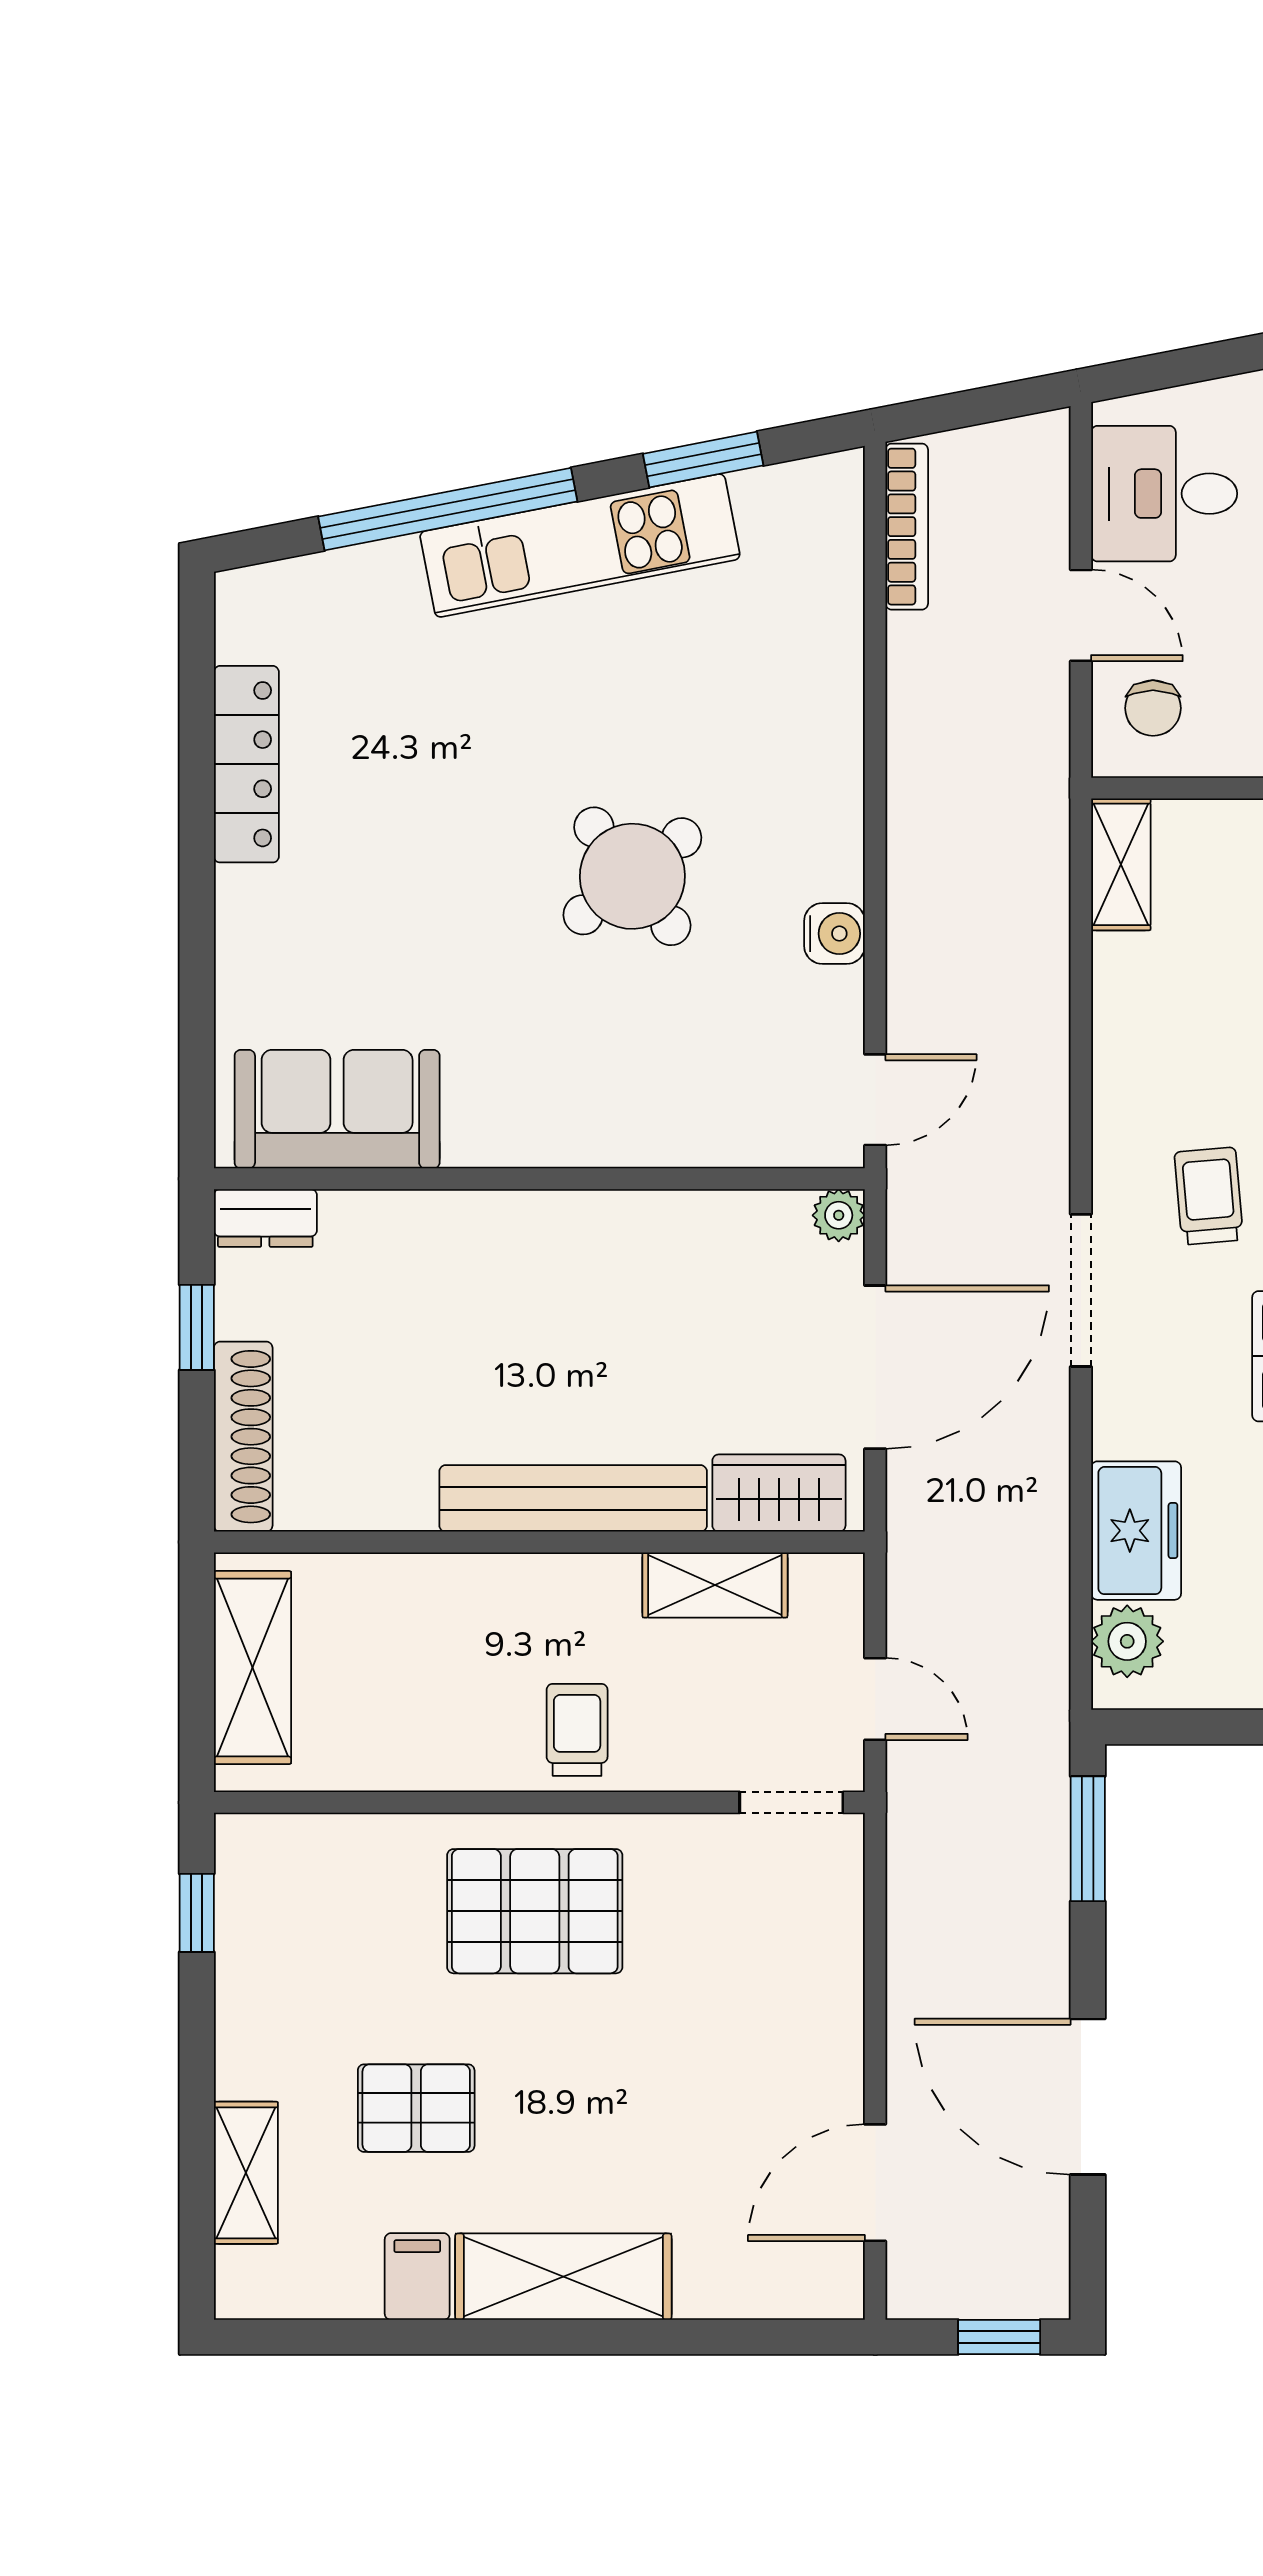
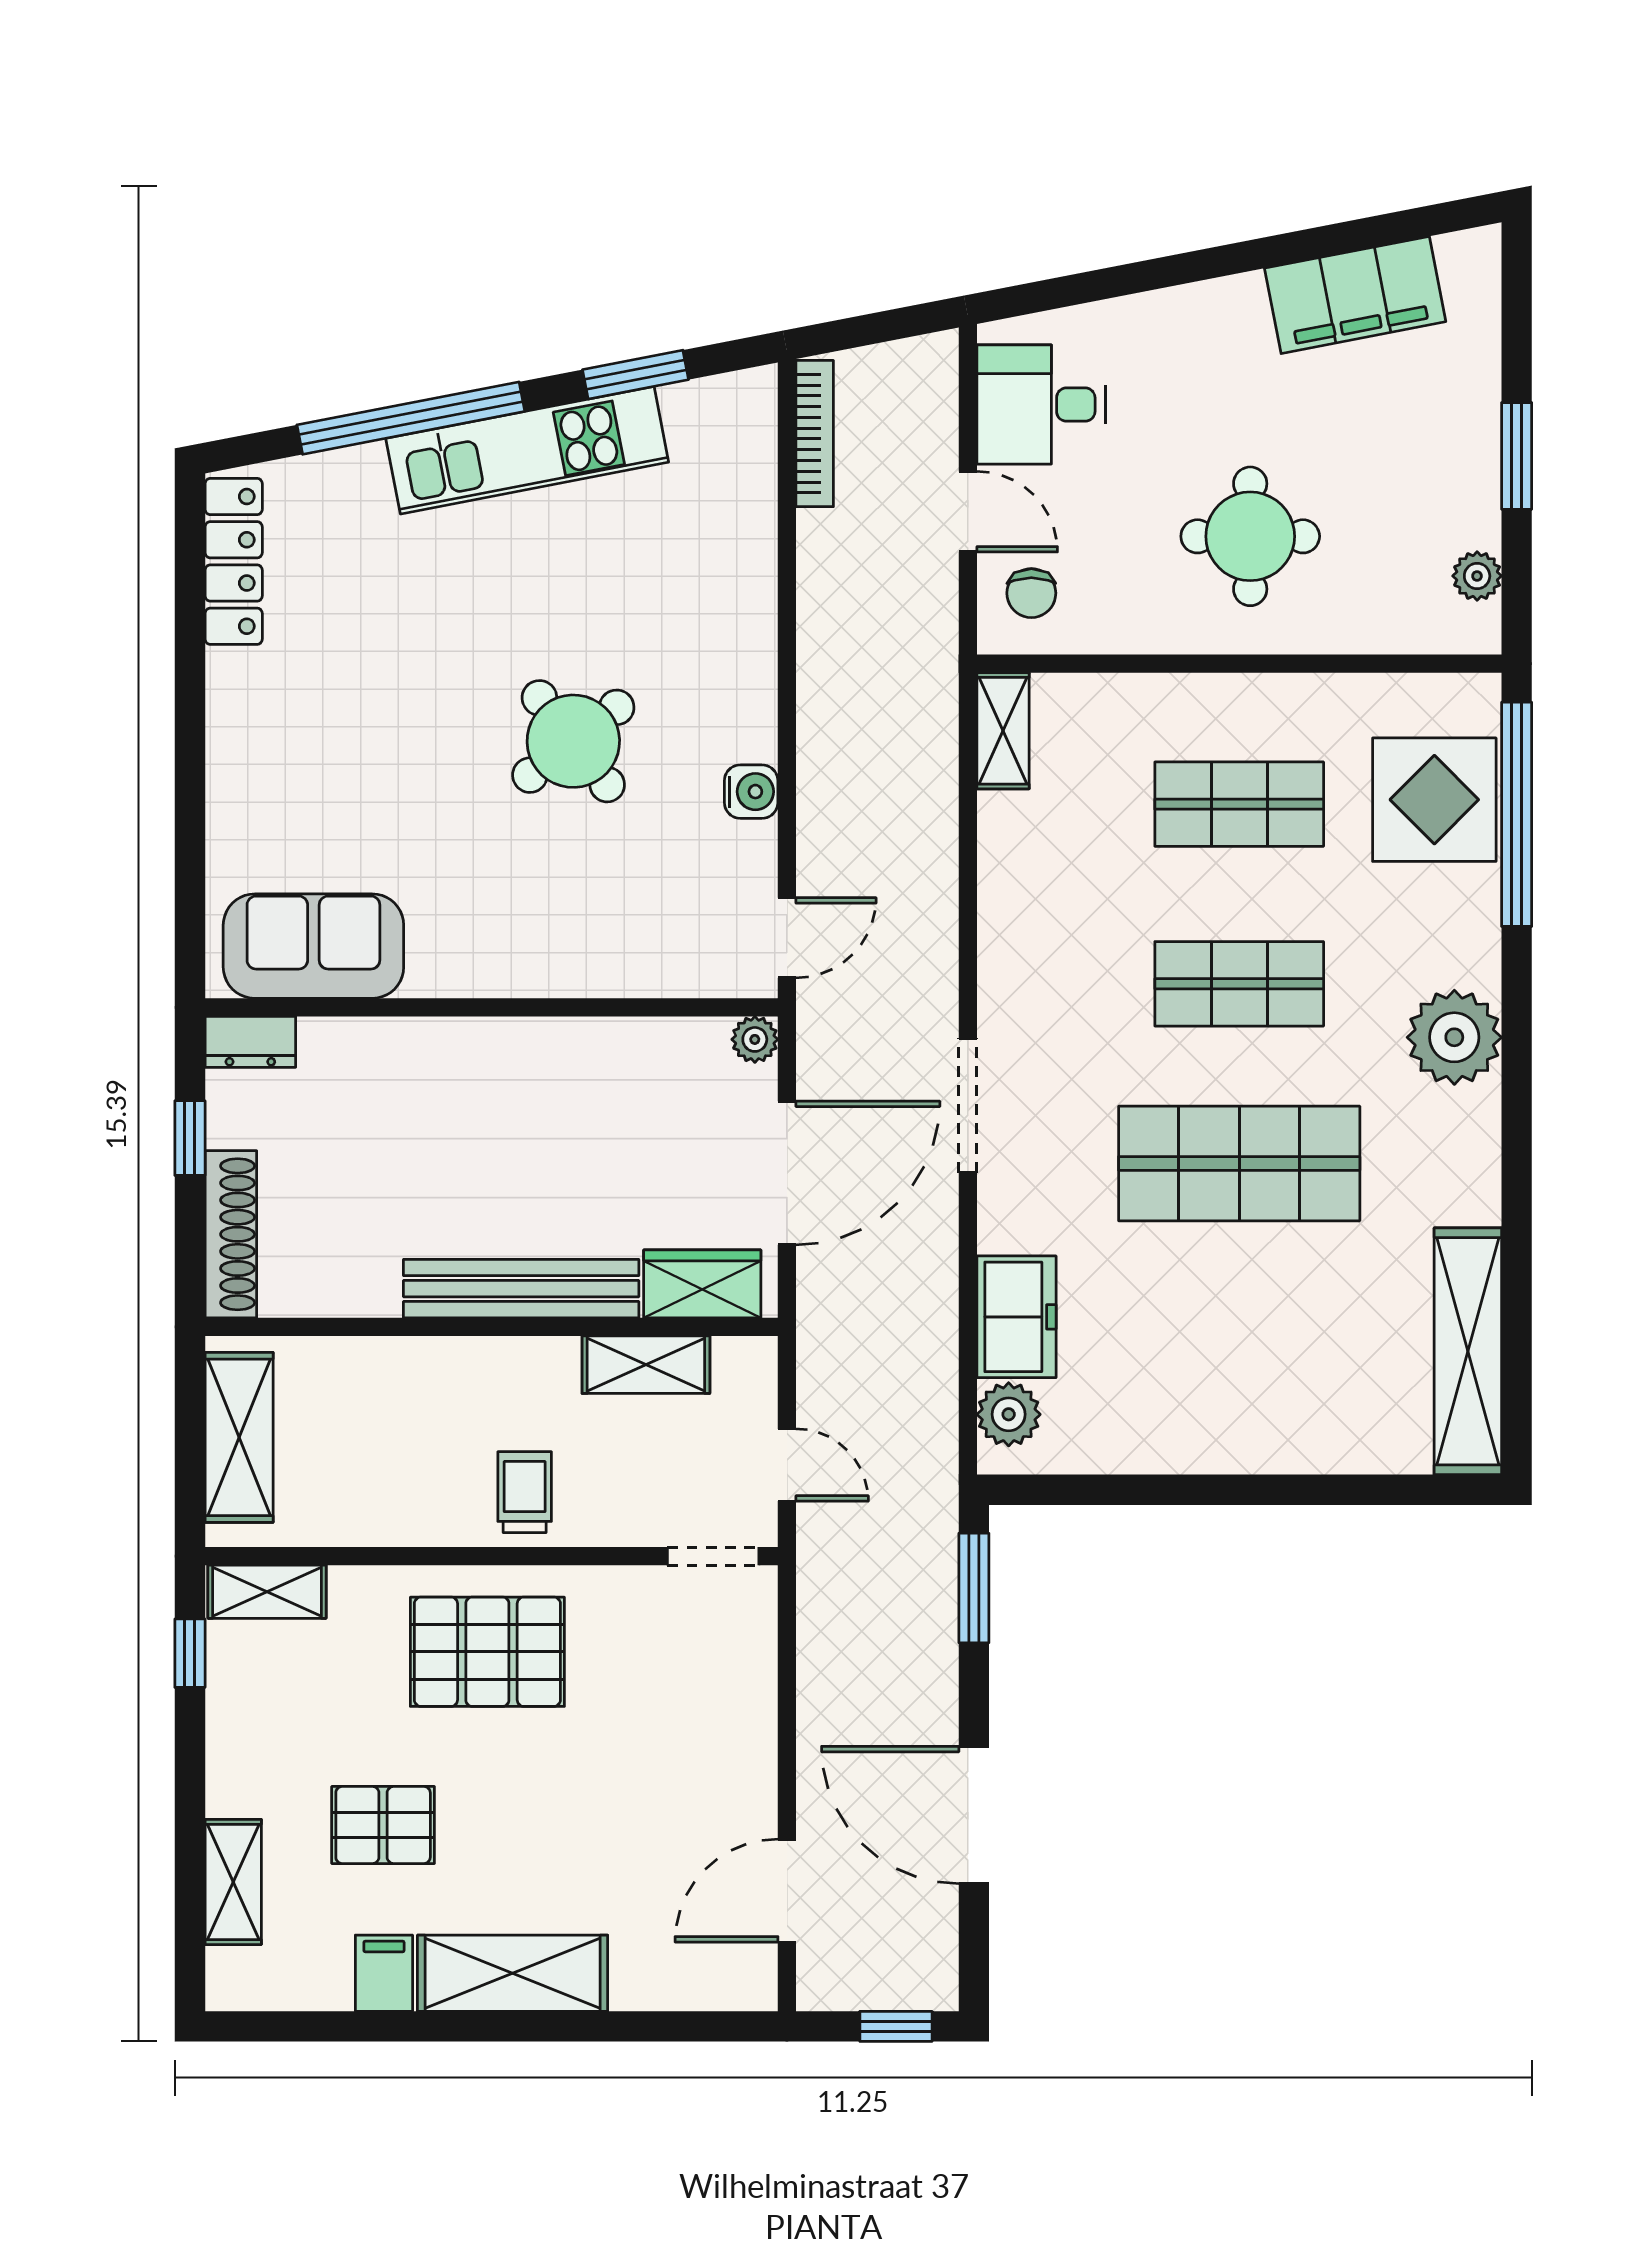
locker: (246, 764) -> (234, 561), moved
trolley: (1209, 1196) -> (1080, 1023), removed
shelving: (284, 1843) -> (267, 1592), added

